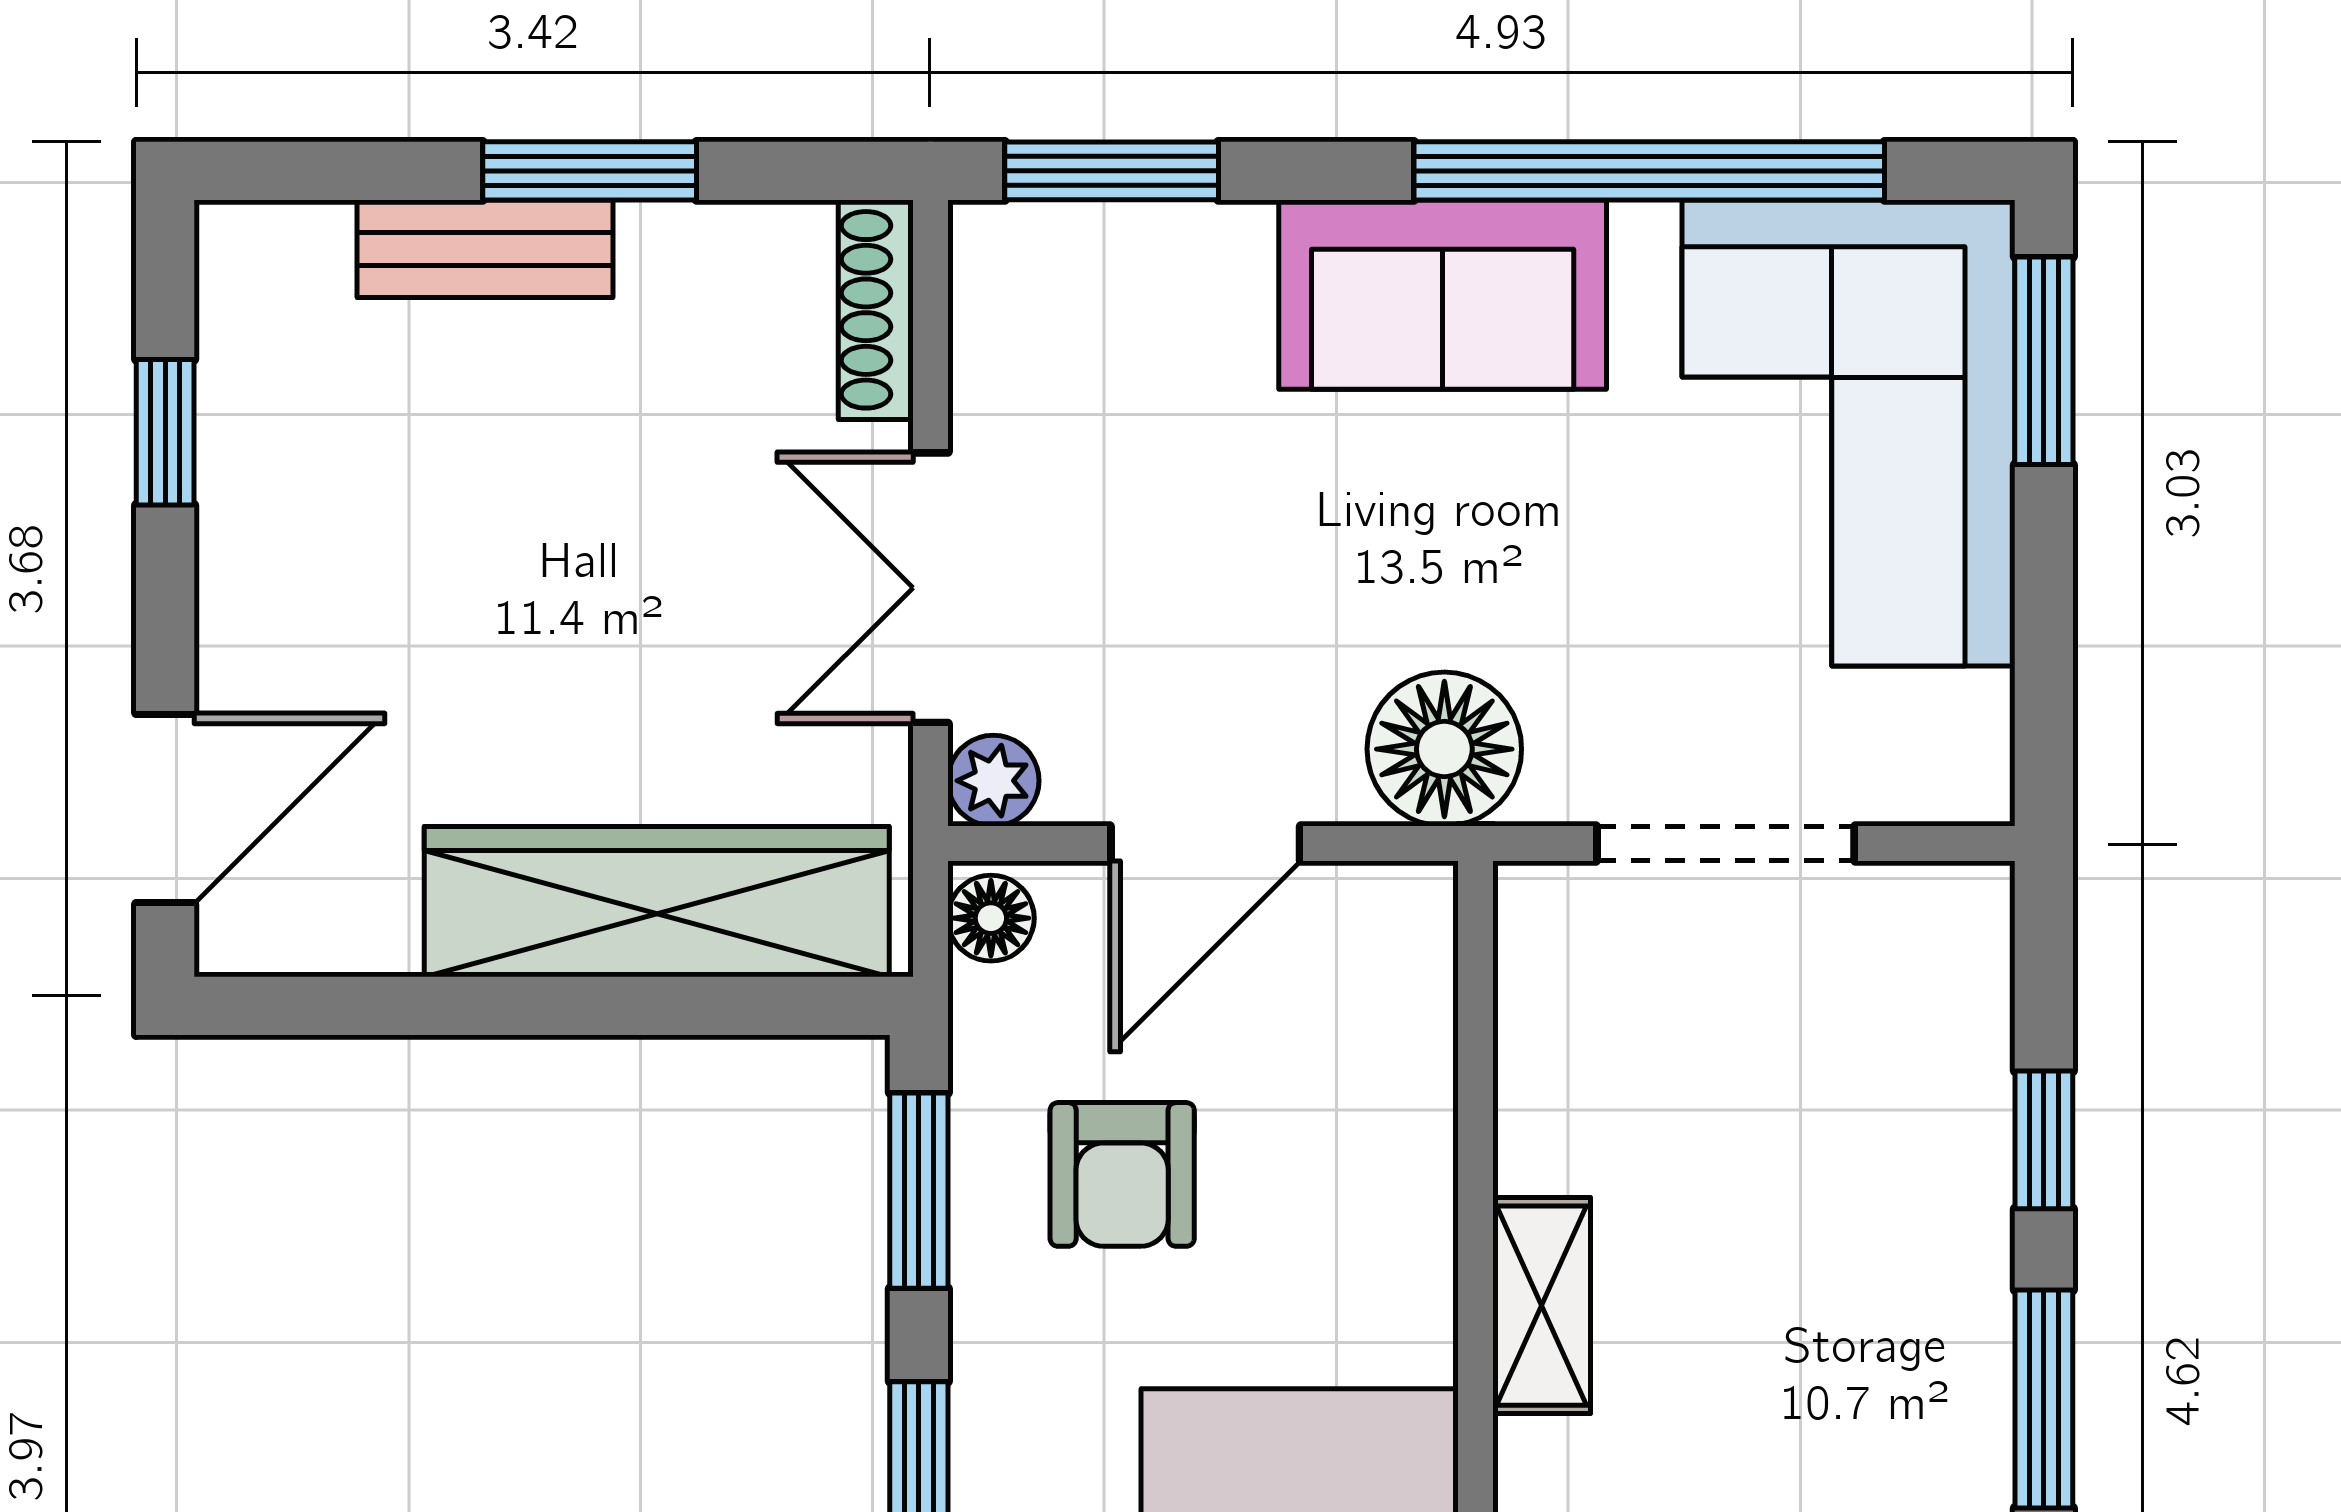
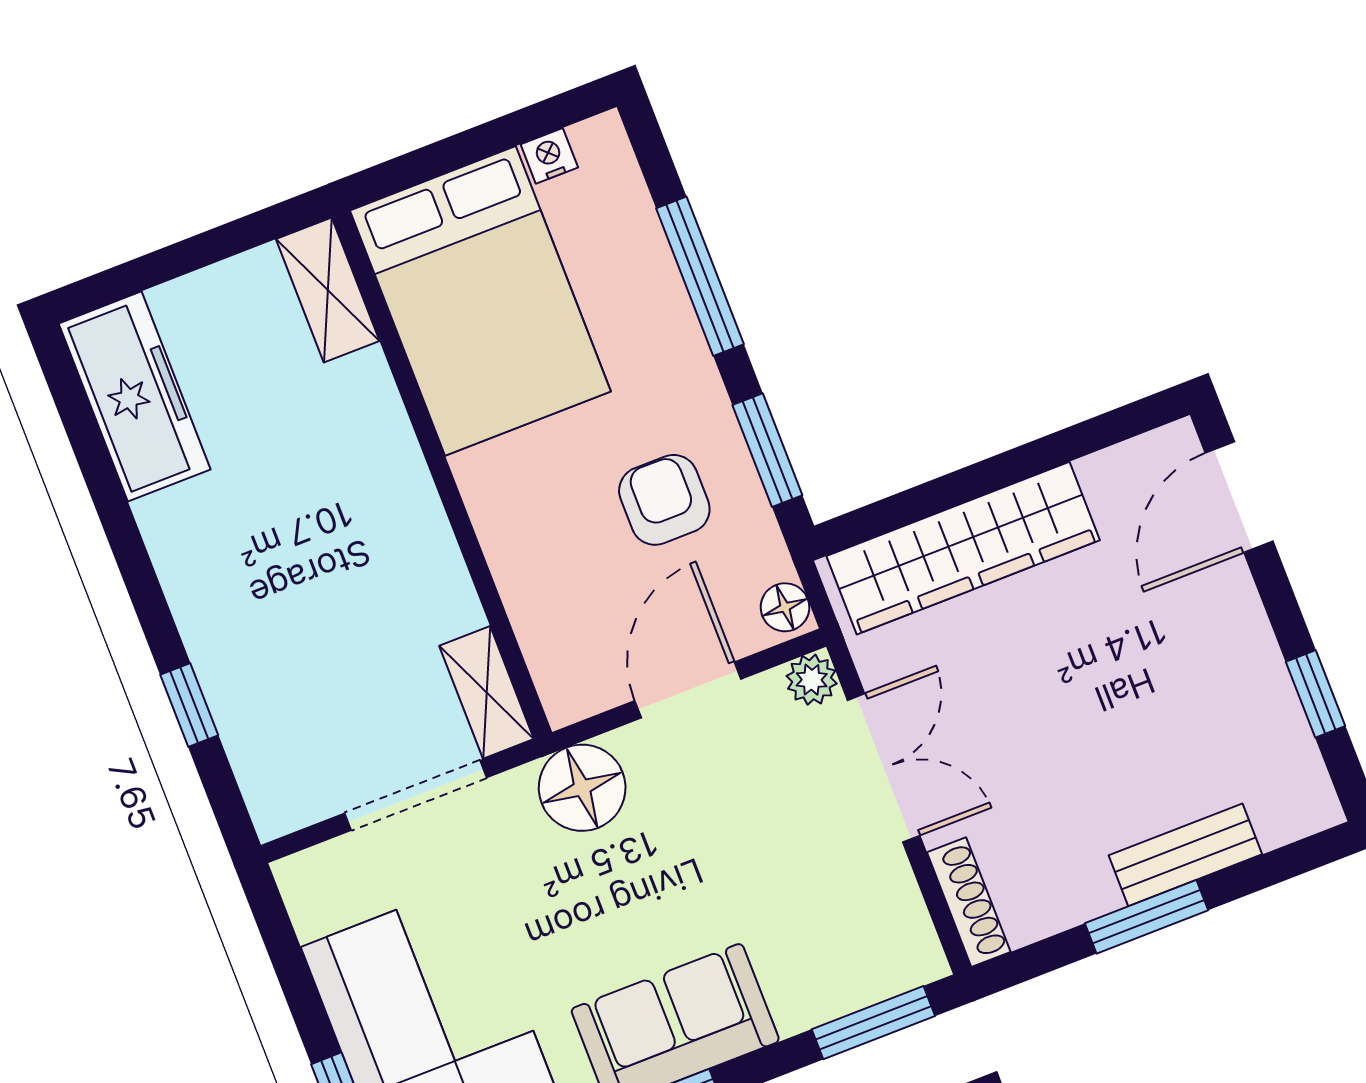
shelving: (1542, 1306) -> (487, 692), moved
window: (2044, 1399) -> (137, 569), removed

